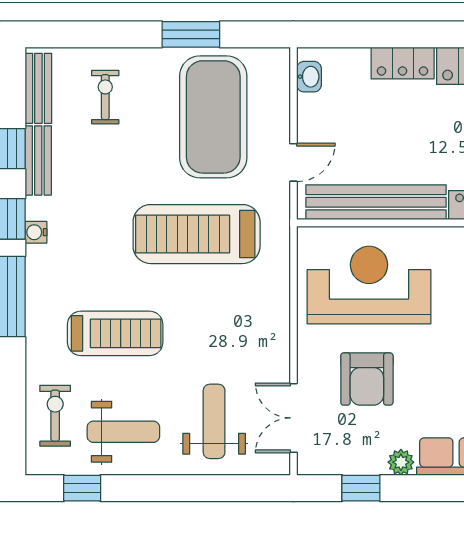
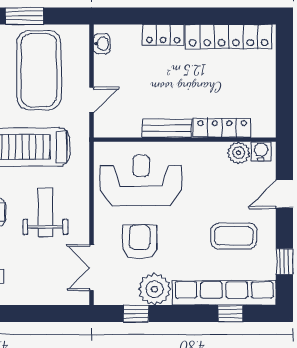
bench: (376, 202) -> (167, 128), width x0.54, depth x0.82
armchair: (367, 379) -> (140, 242), turned 180
weight bench: (214, 421) -> (45, 212), moved
plant: (401, 462) -> (155, 289), width x1.87, depth x1.87

